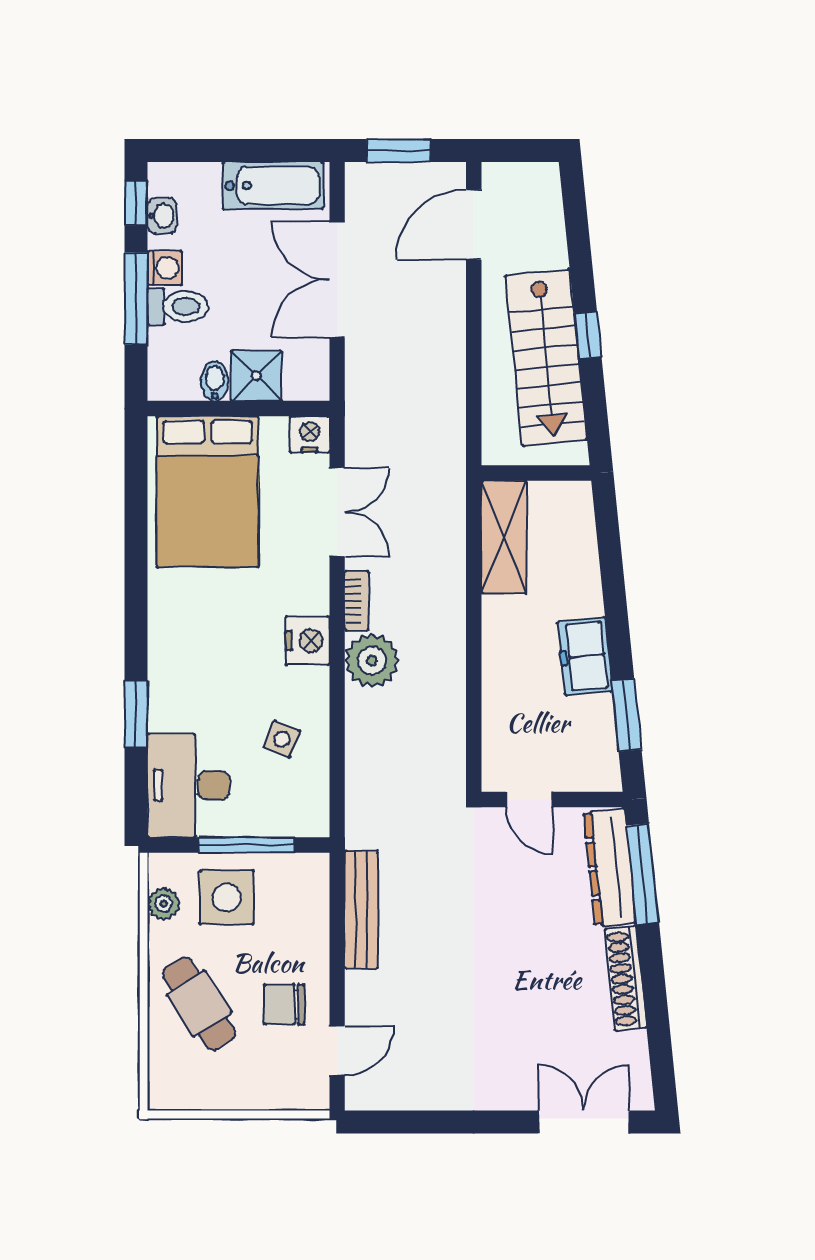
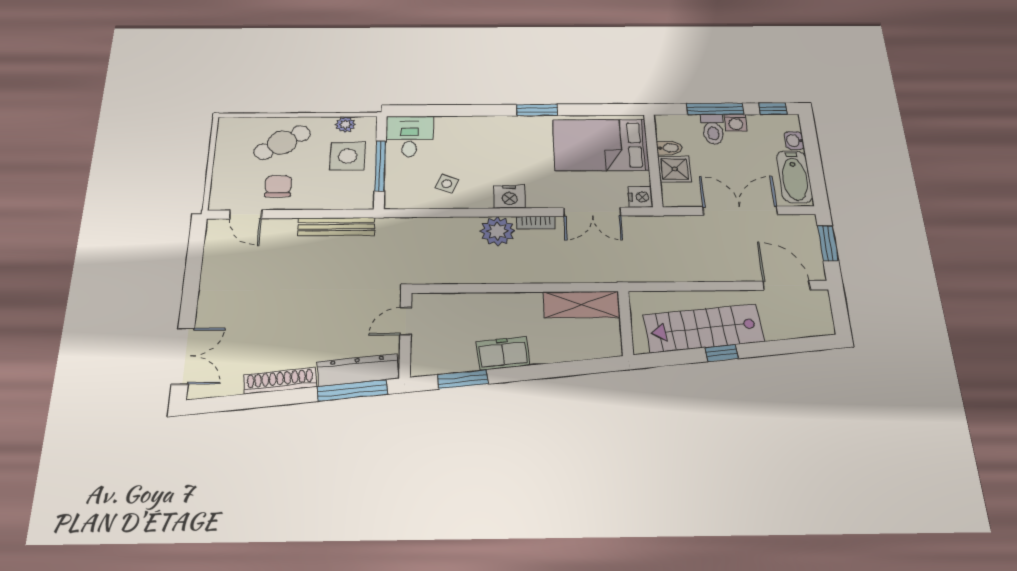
washbasin: (162, 216) -> (794, 141), moved, turned 90
window: (136, 714) -> (537, 110), moved
desk: (188, 785) -> (410, 136), width x0.73

